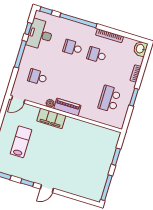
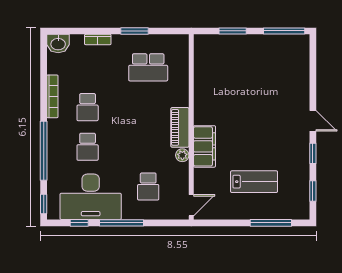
desk: (40, 34) -> (91, 197), width x1.36, depth x1.30
door: (18, 100) -> (191, 205), hinge flipped
lab bench: (21, 142) -> (254, 182), turned 180

